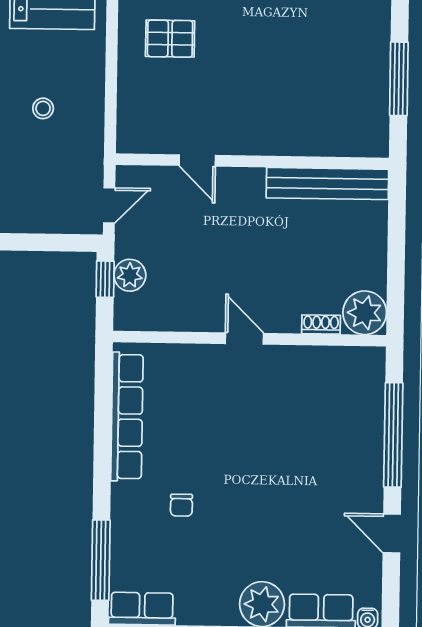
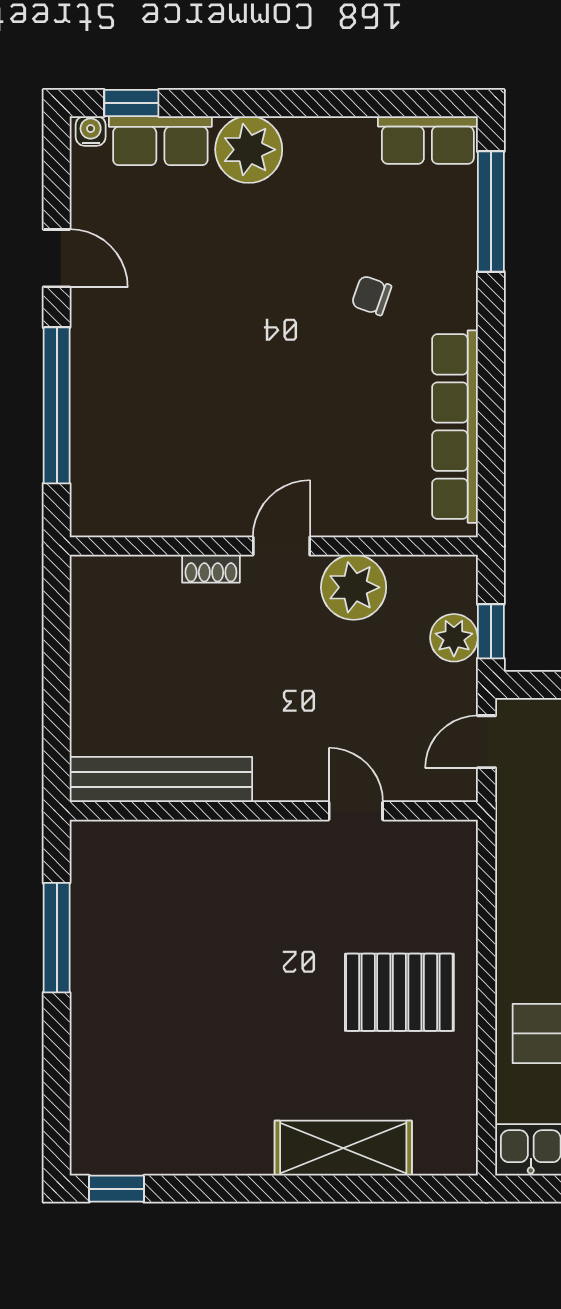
pallet: (170, 39) -> (399, 992), width x1.50, depth x1.42
plant: (365, 313) -> (354, 587), moved
shoe rack: (321, 325) -> (211, 569), moved
door: (244, 338) -> (281, 546), swing flipped
chair: (181, 505) -> (371, 295), turned -71

